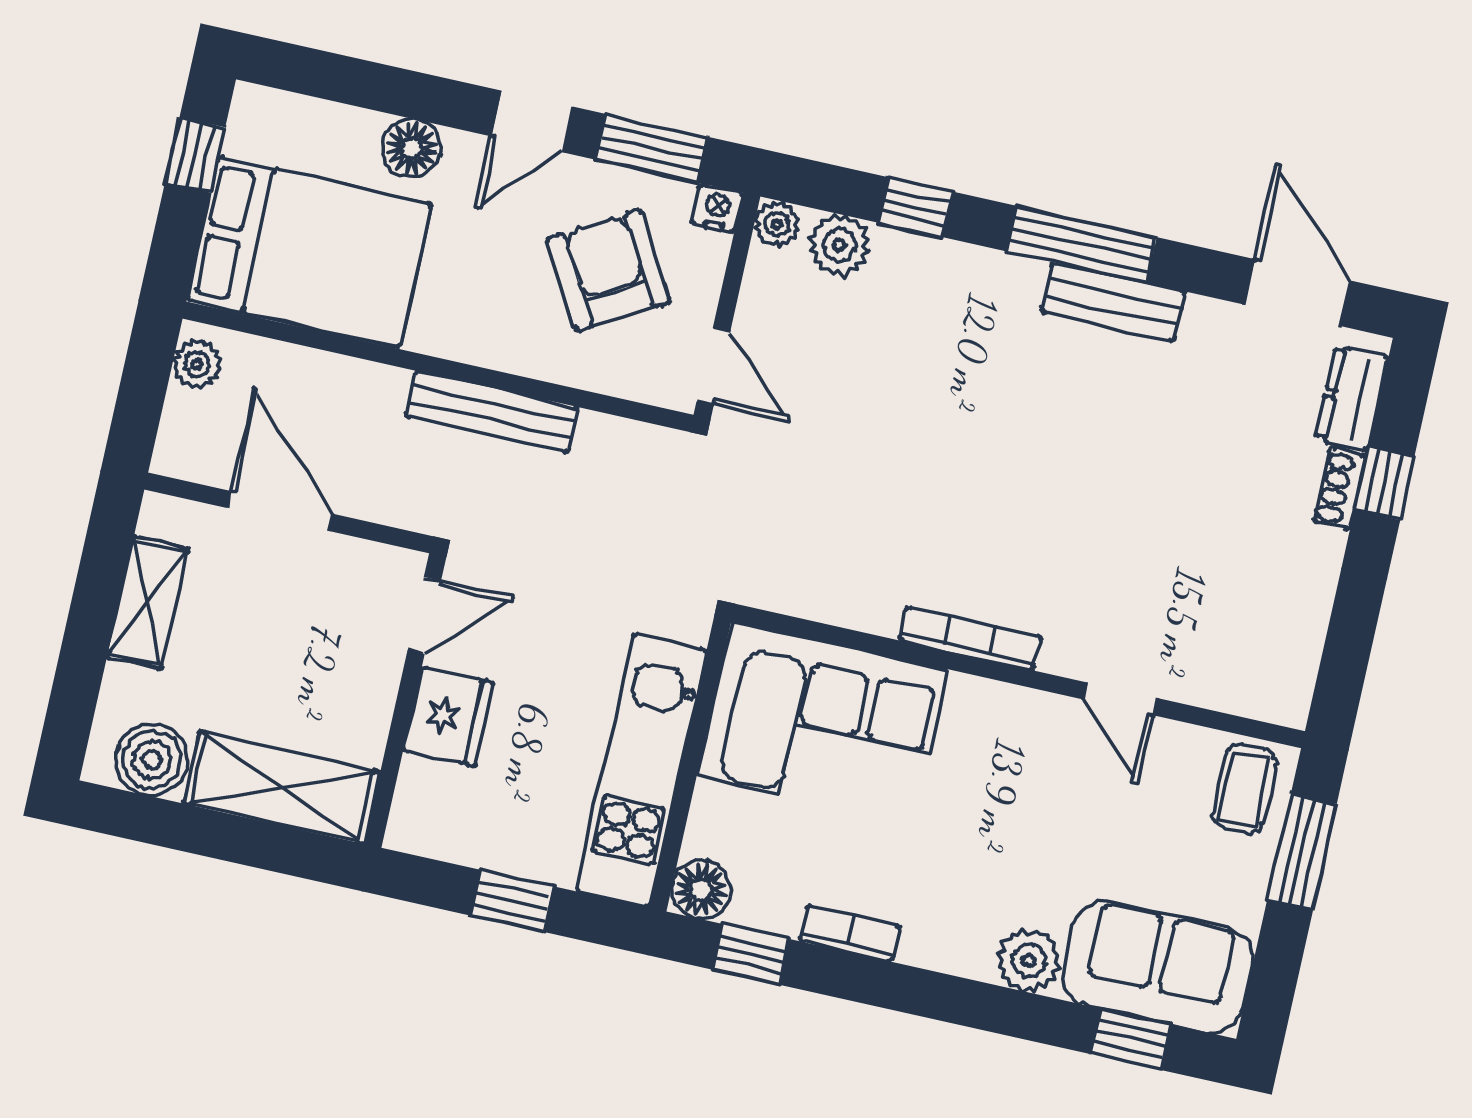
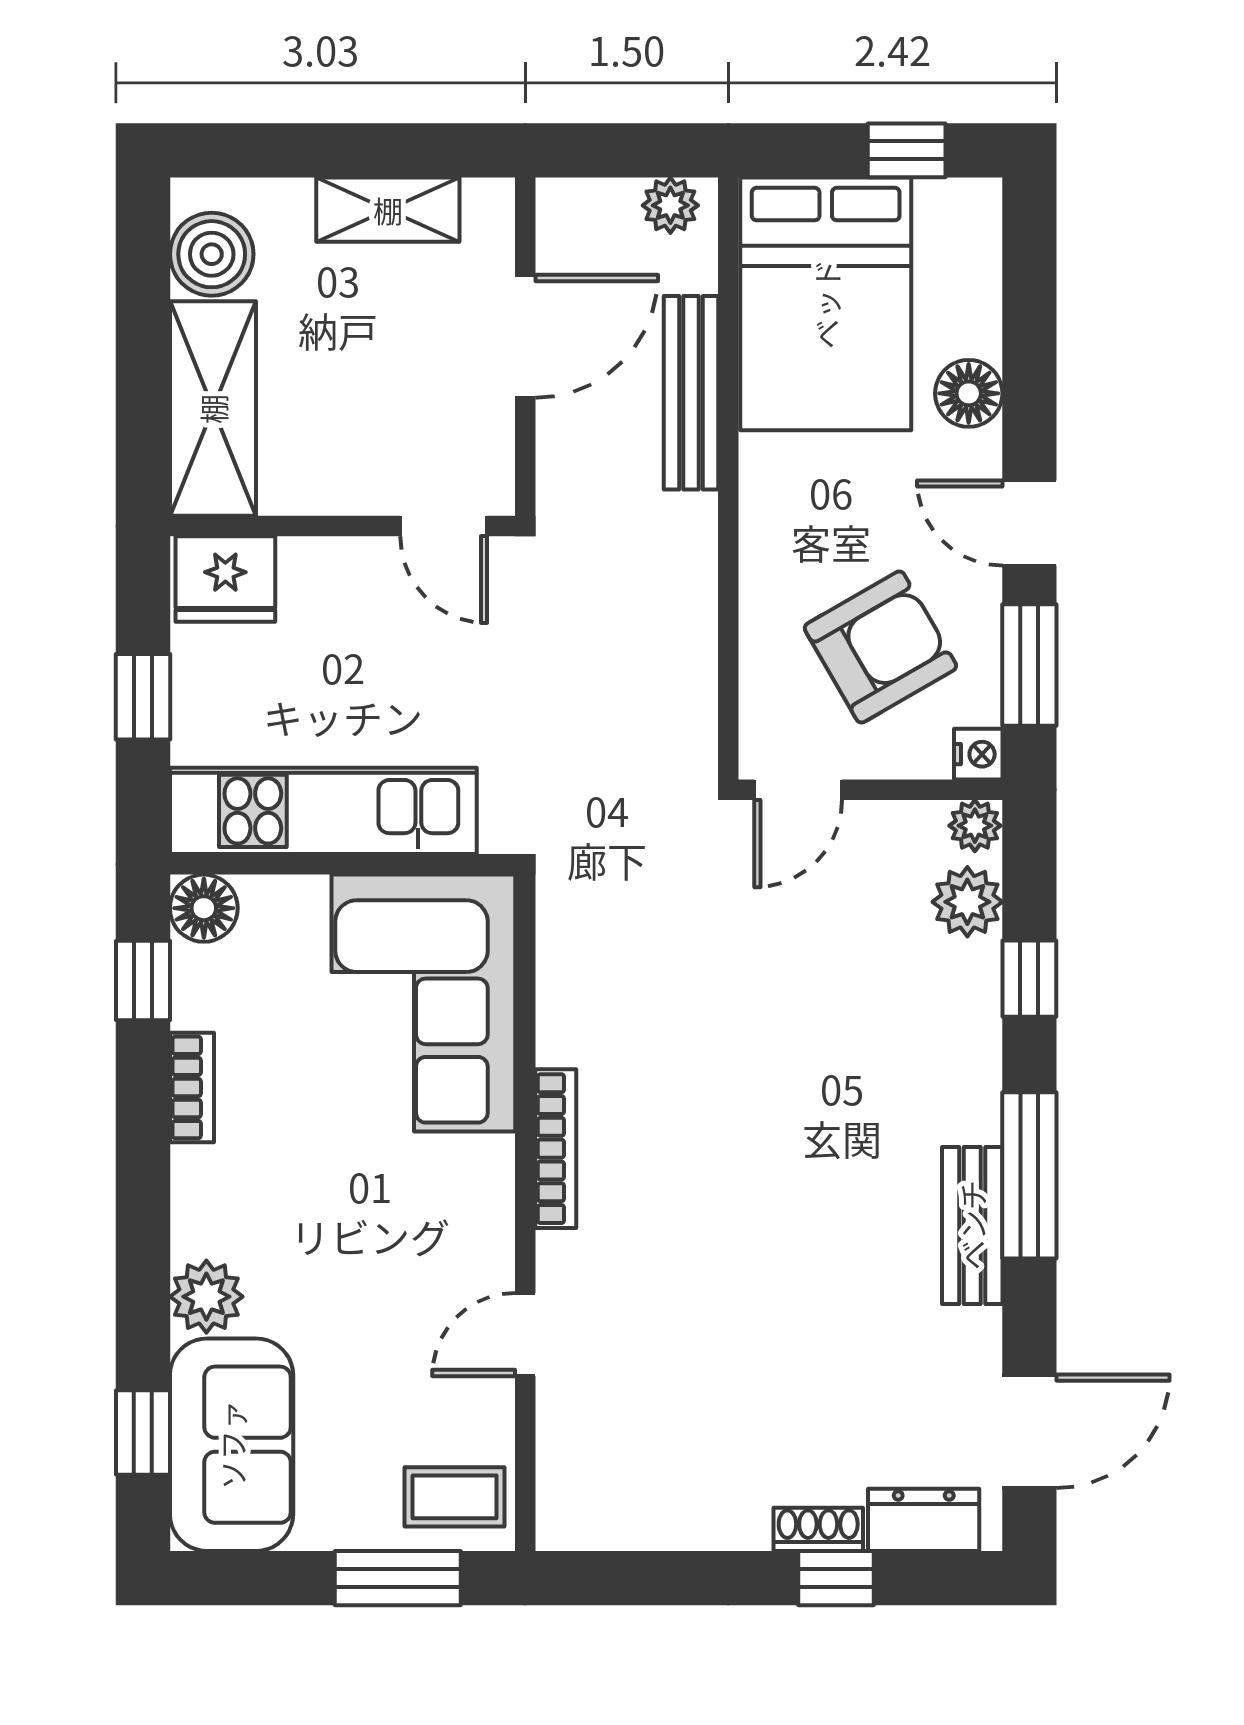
bench: (492, 412) -> (691, 393), moved
fridge: (449, 717) -> (225, 579), moved

